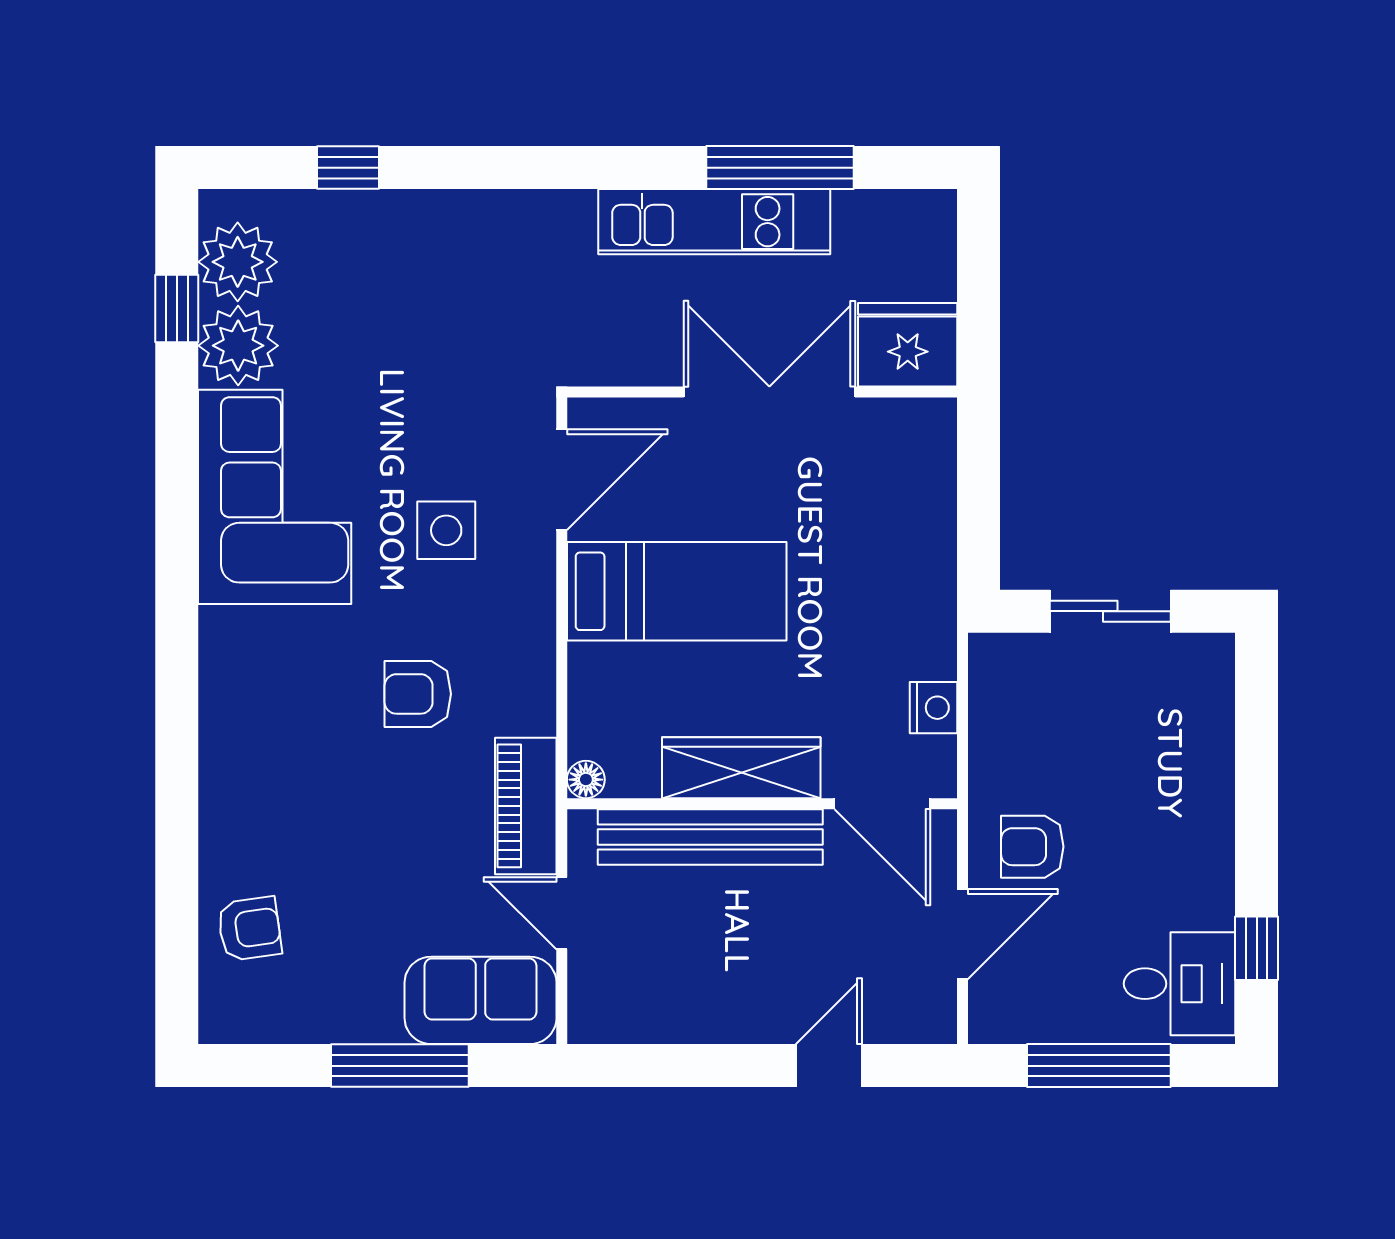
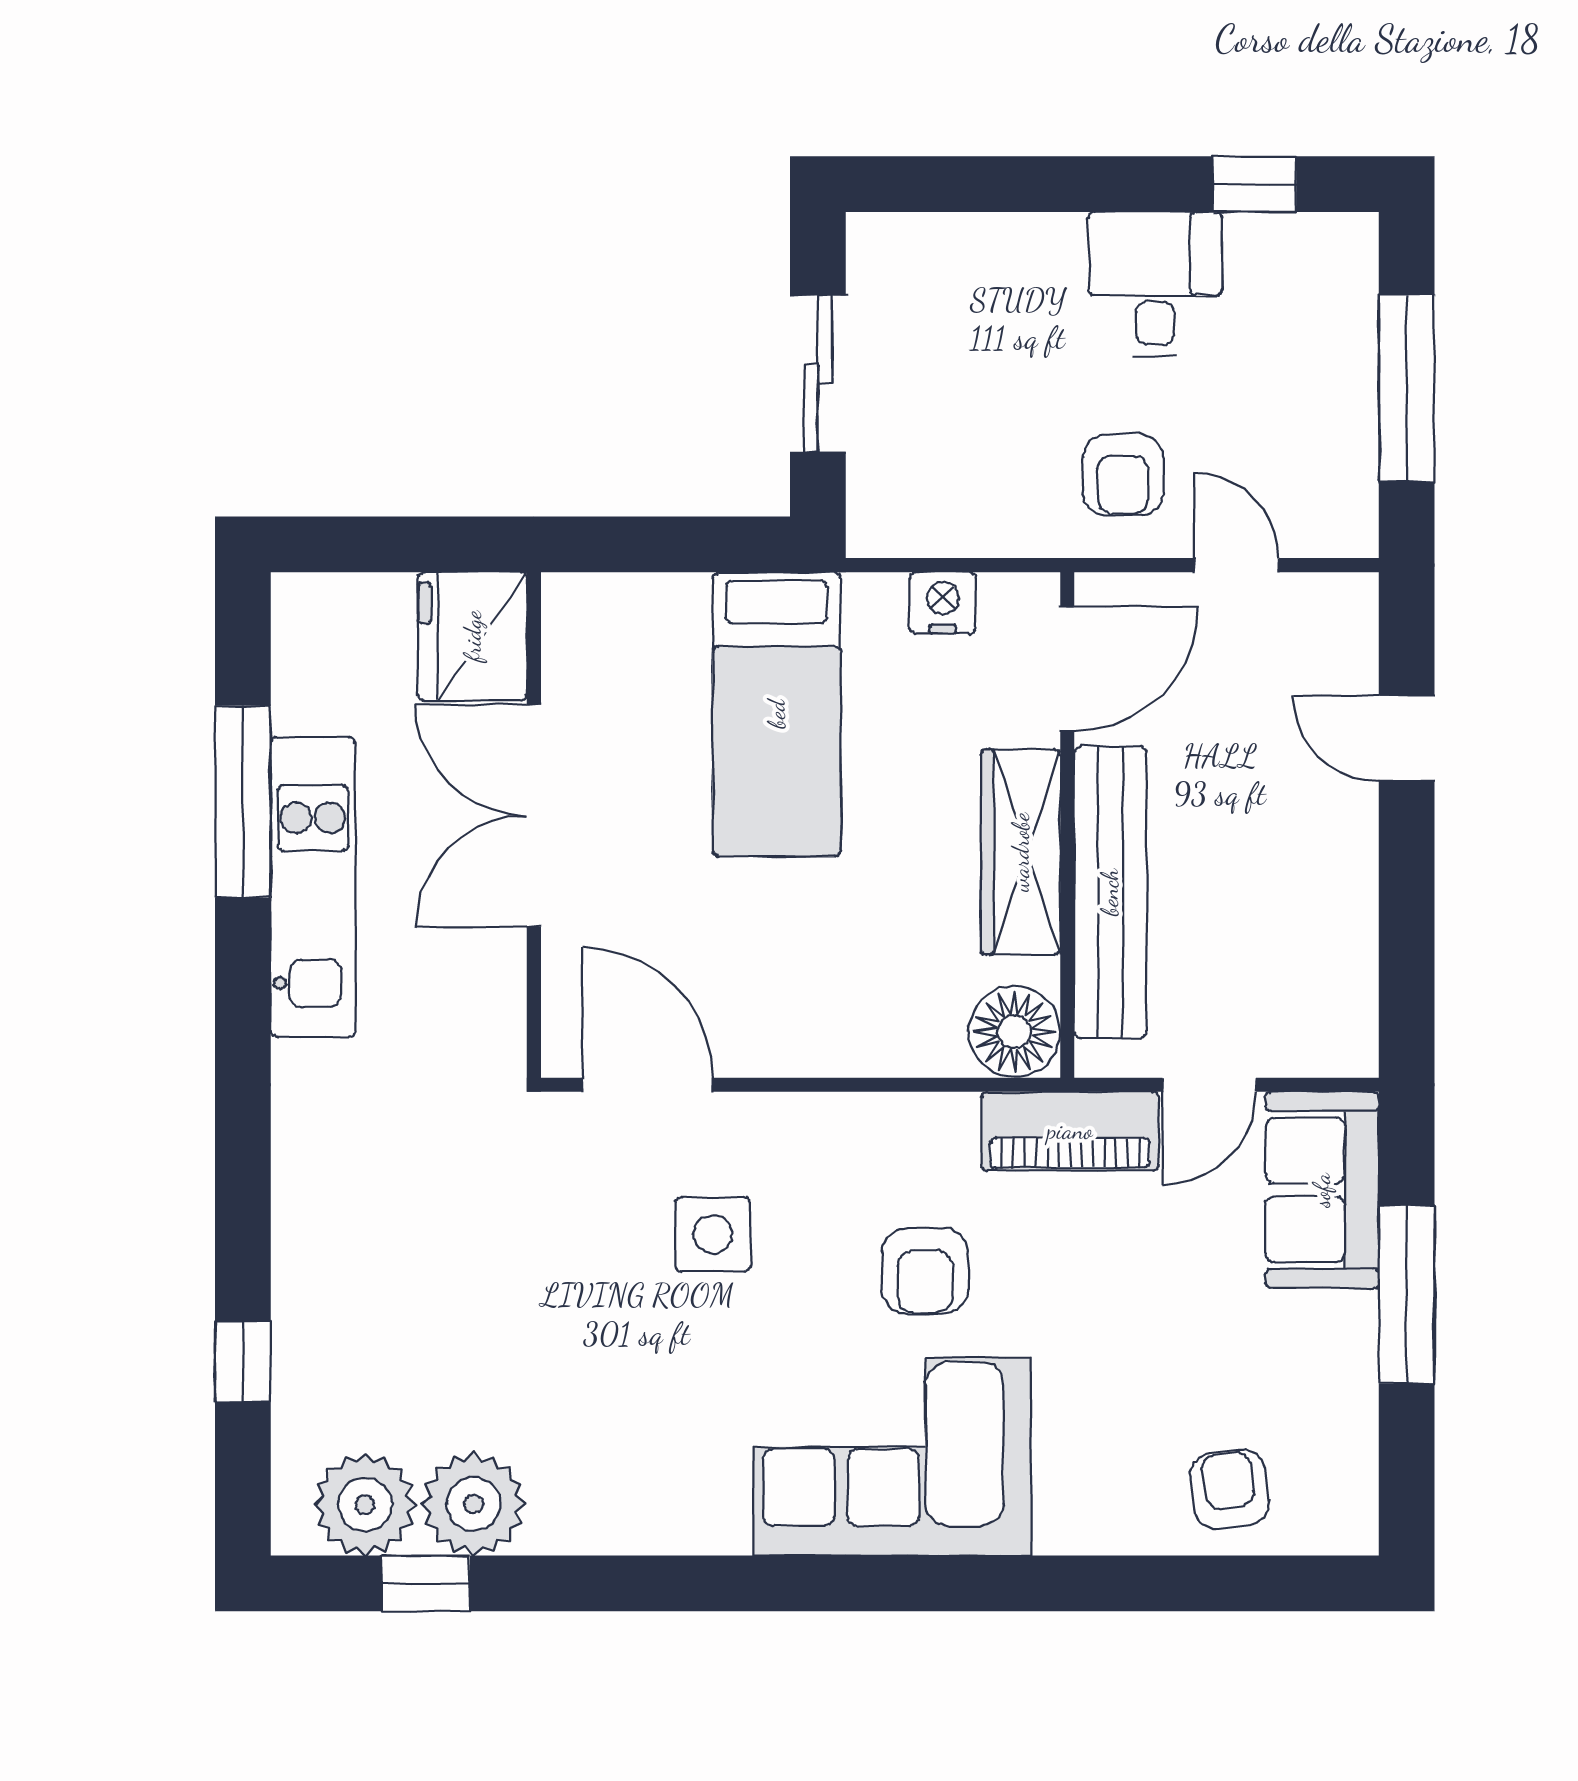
corner sofa: (275, 497) -> (892, 1457), moved
bed: (677, 591) -> (777, 714), moved, turned 180
floor lamp: (586, 780) -> (1014, 1032), width x1.89, depth x1.89
door: (963, 934) -> (1236, 565), width x0.73
desk: (1179, 984) -> (1155, 284), moved

